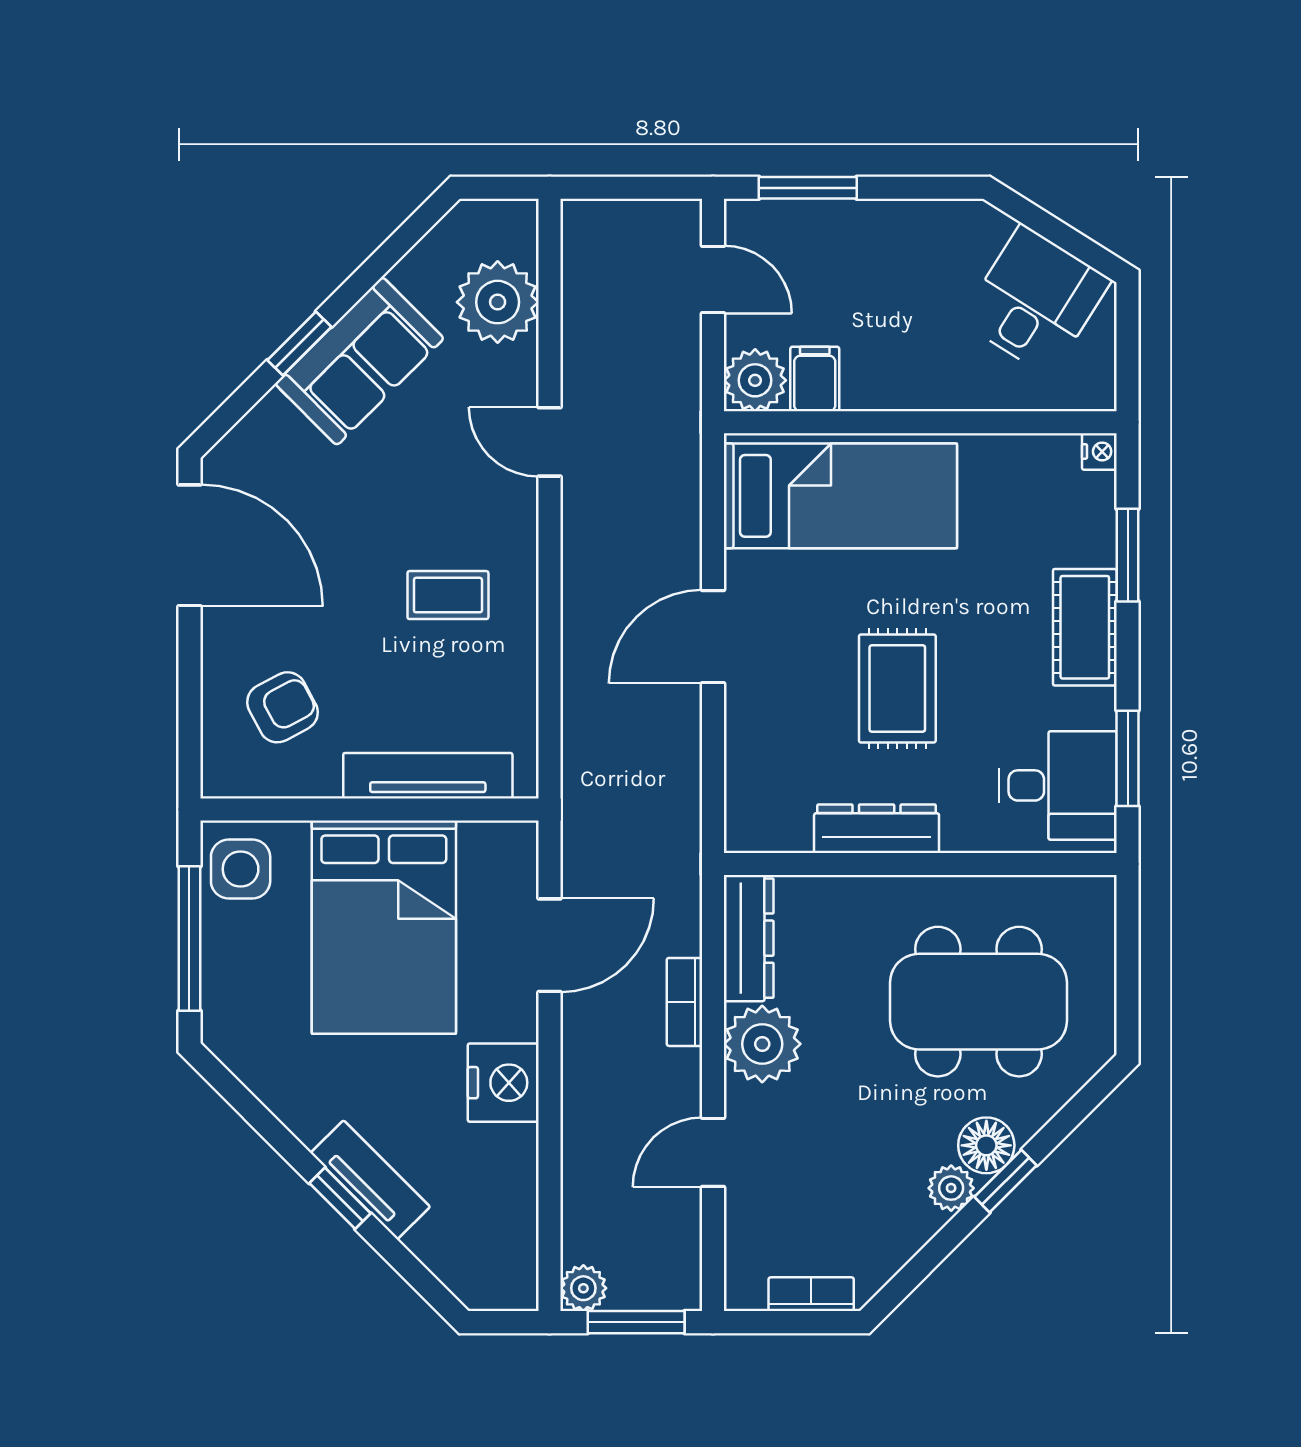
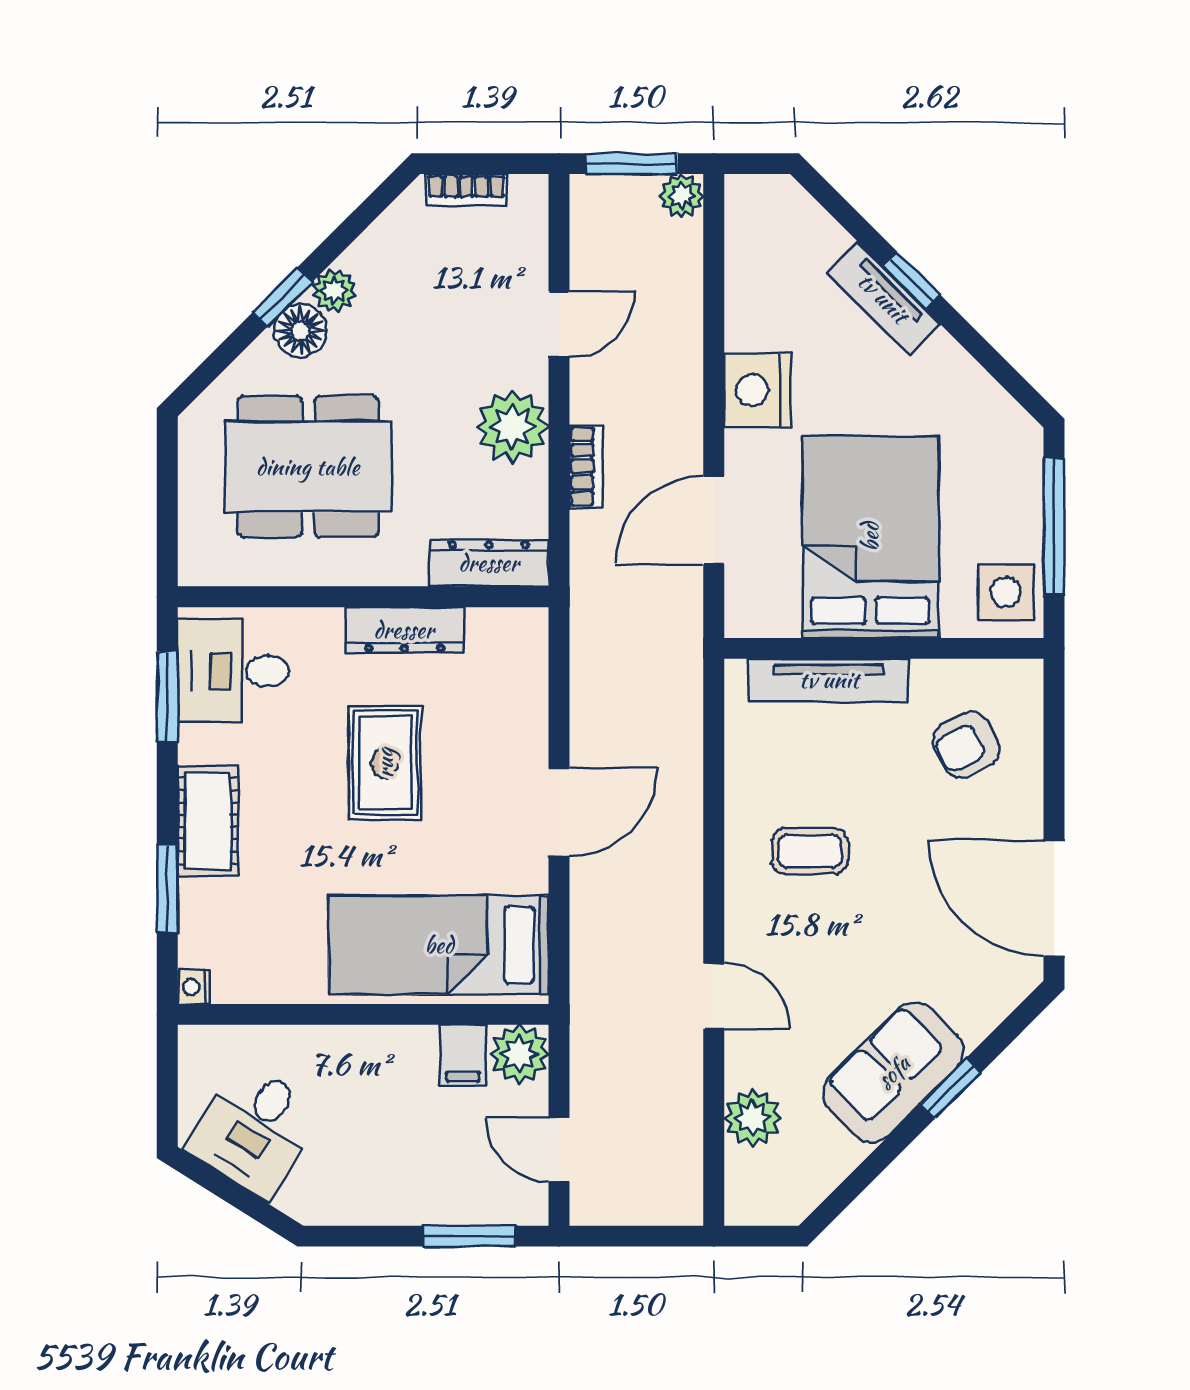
plant: (498, 302) -> (752, 1118), width x0.73, depth x0.73
dresser: (749, 938) -> (489, 563), moved, turned 90

